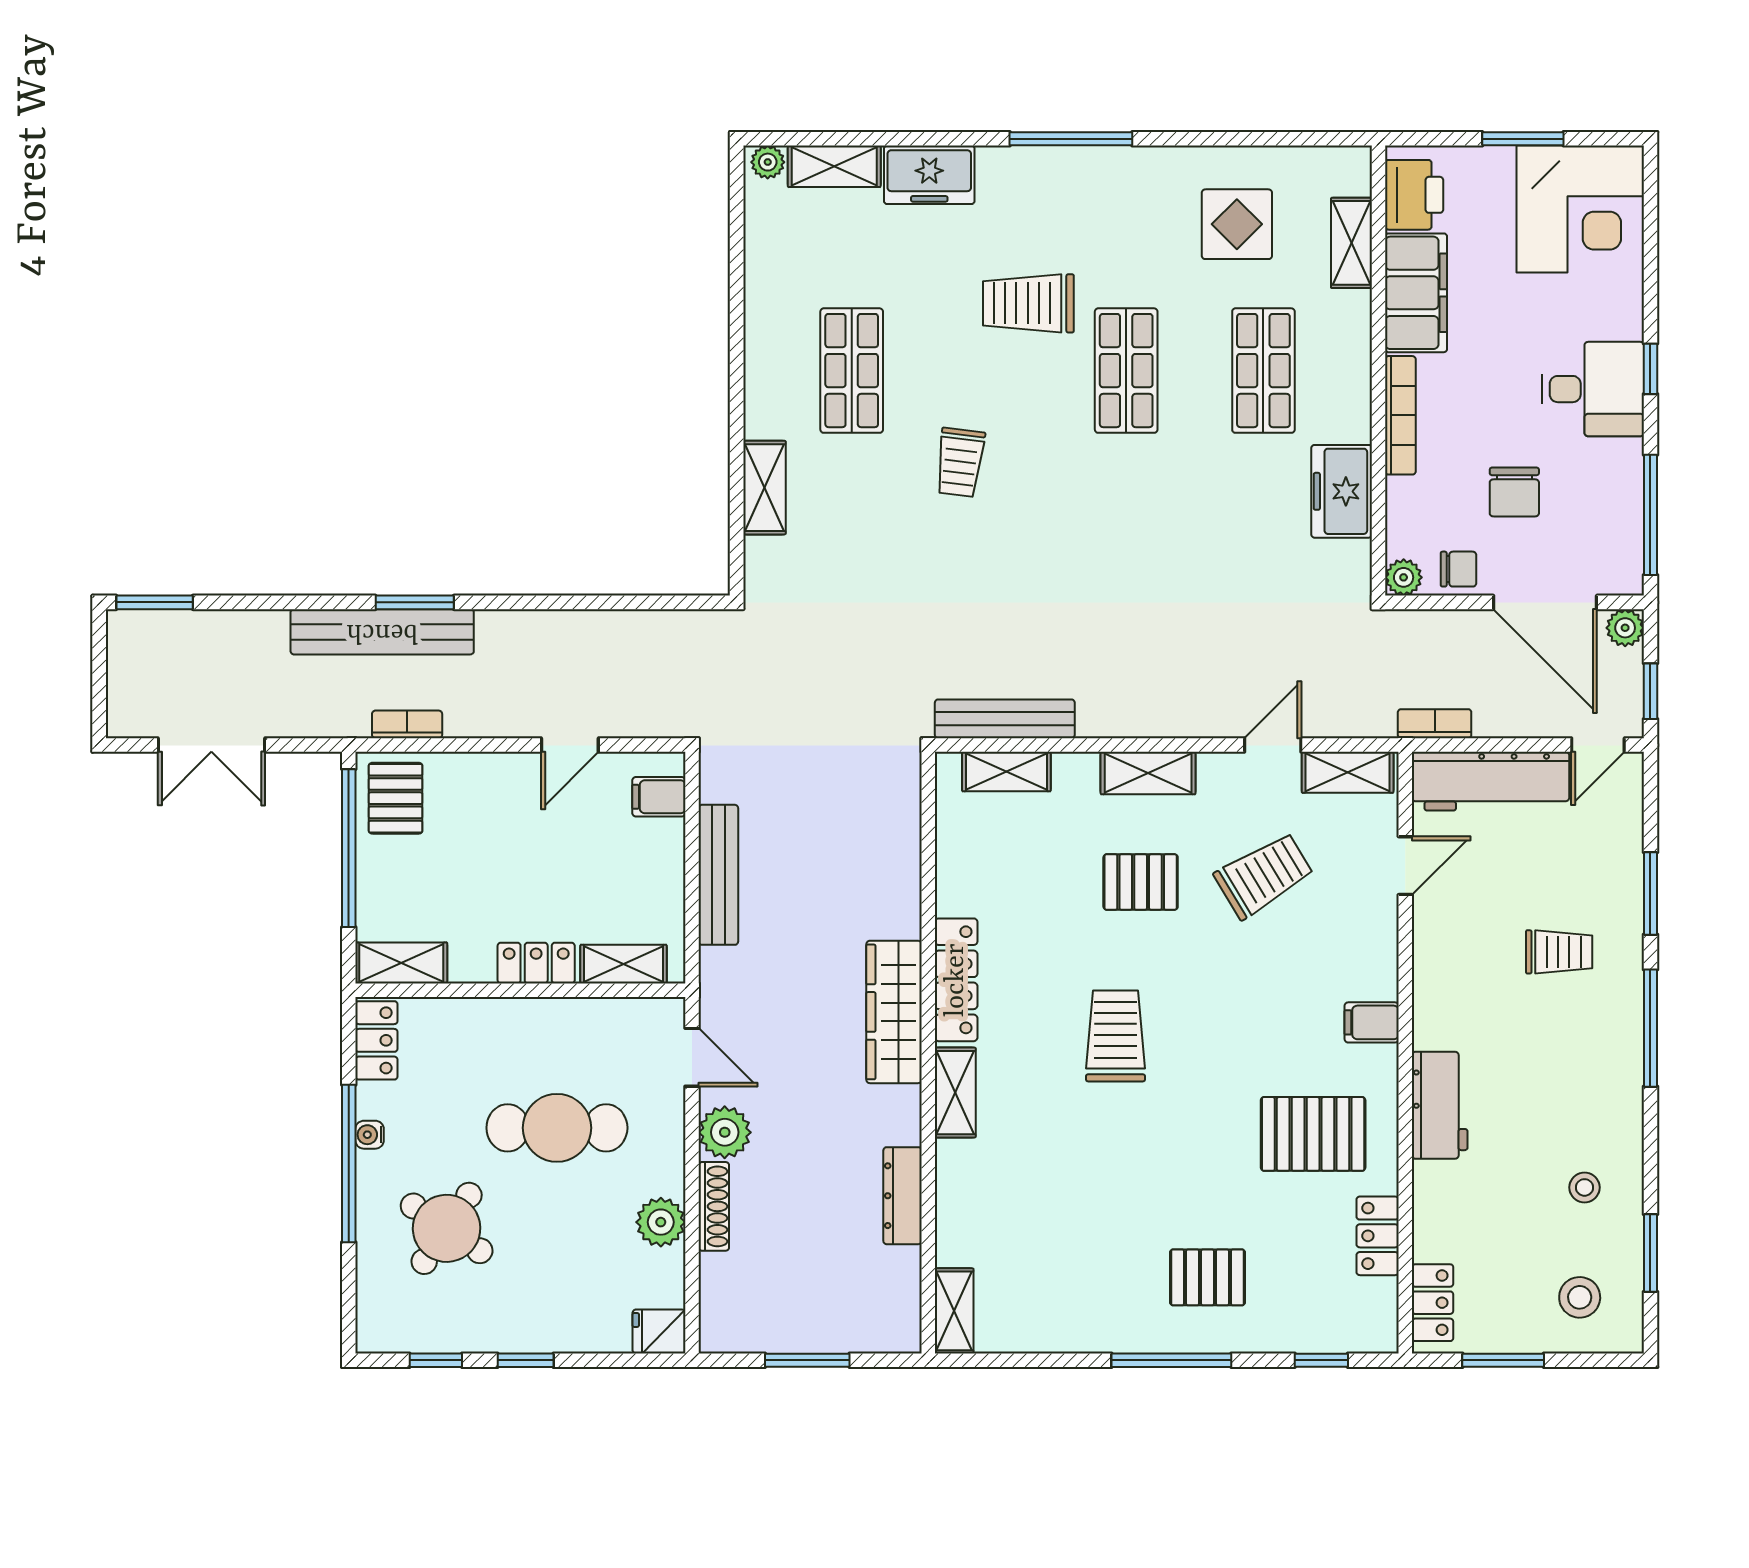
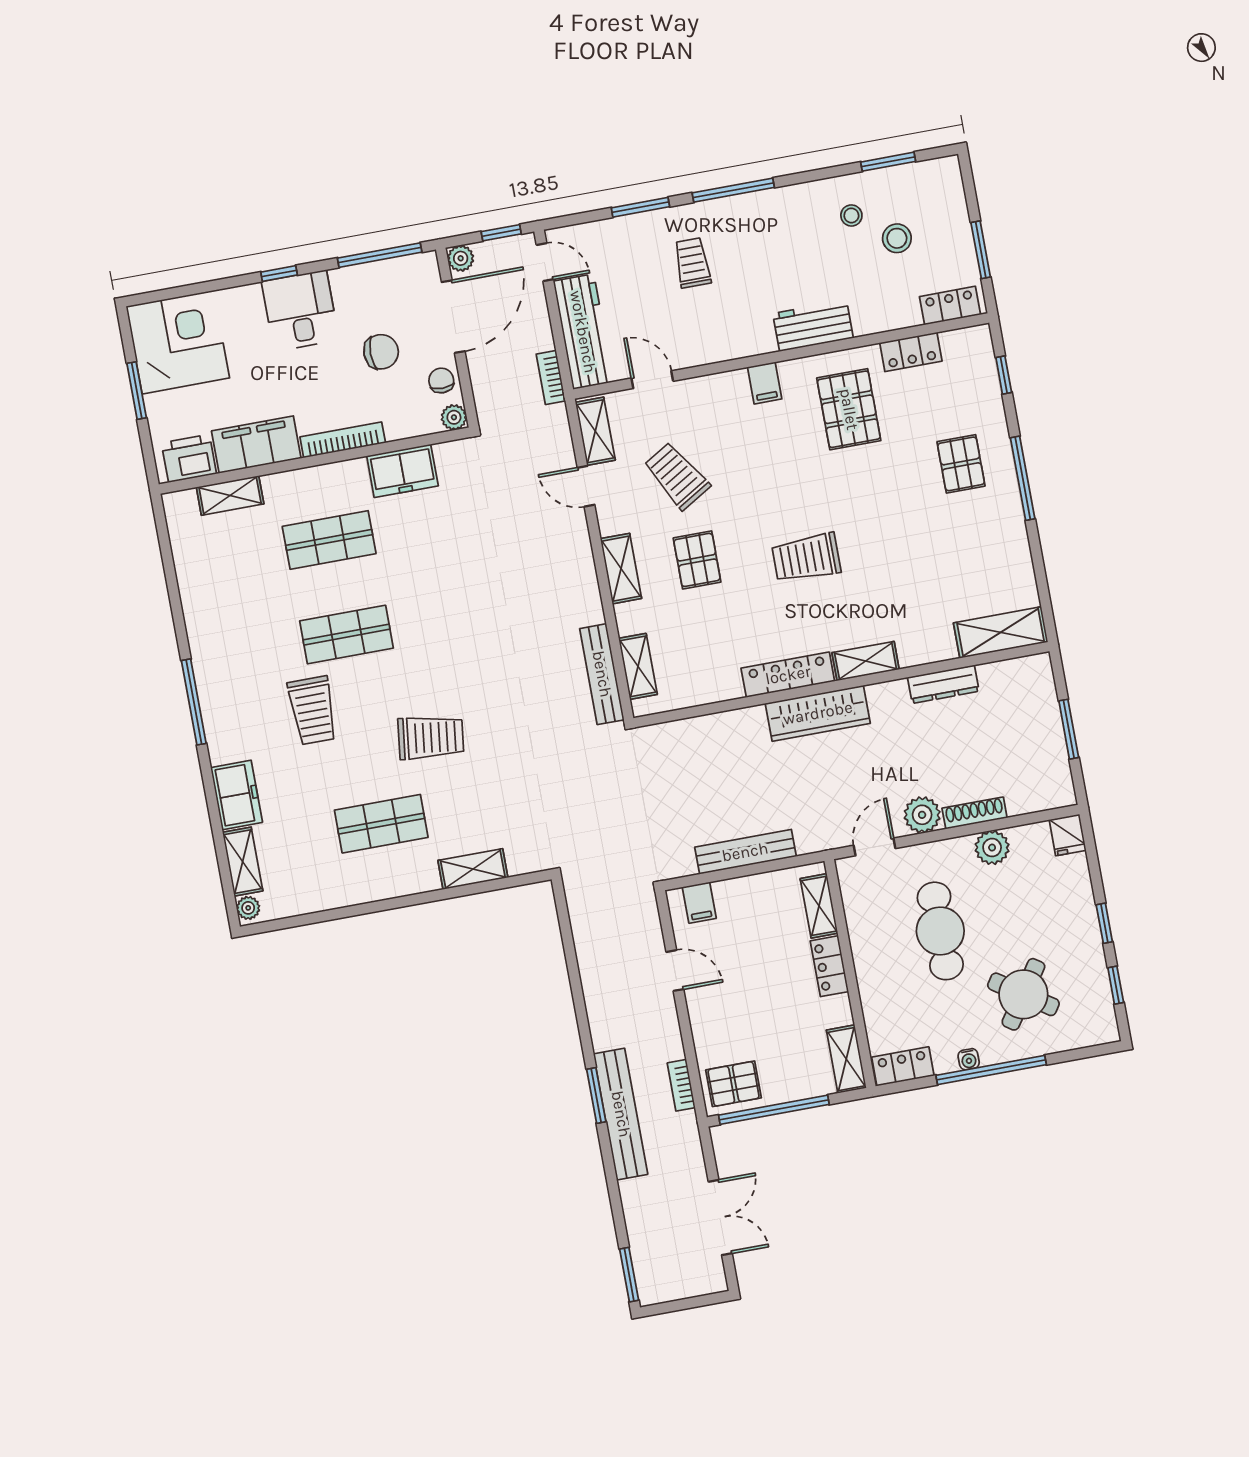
display table: (1237, 224) -> (232, 577), removed
trolley: (960, 462) -> (431, 737), width x1.36, depth x1.39
stool: (1580, 1297) -> (897, 238), moved
shelving: (954, 1311) -> (1001, 632), width x1.50, depth x1.33

